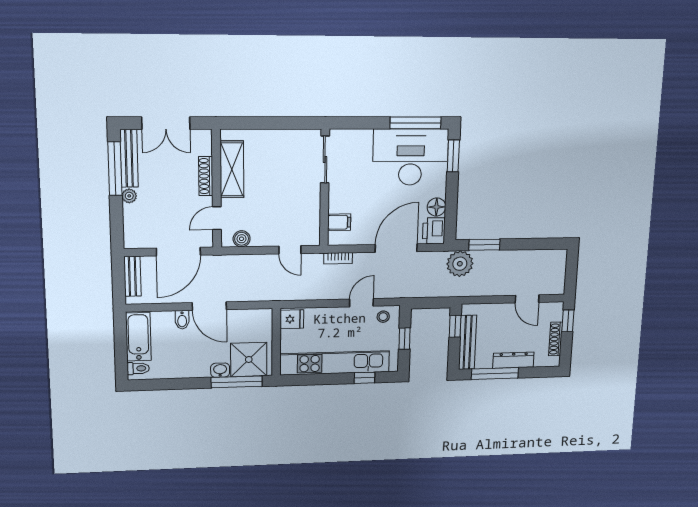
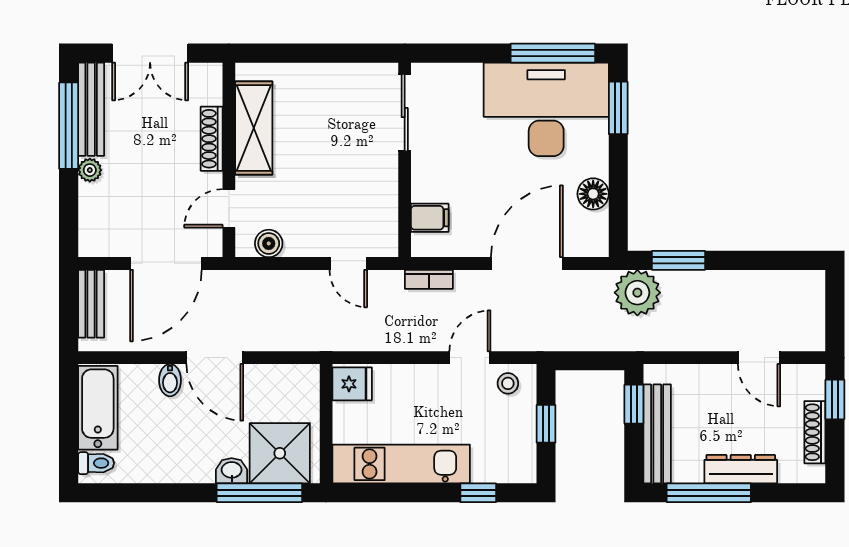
printer: (434, 231) -> (590, 235), removed
kitchen unit: (335, 363) -> (401, 464), width x0.73

